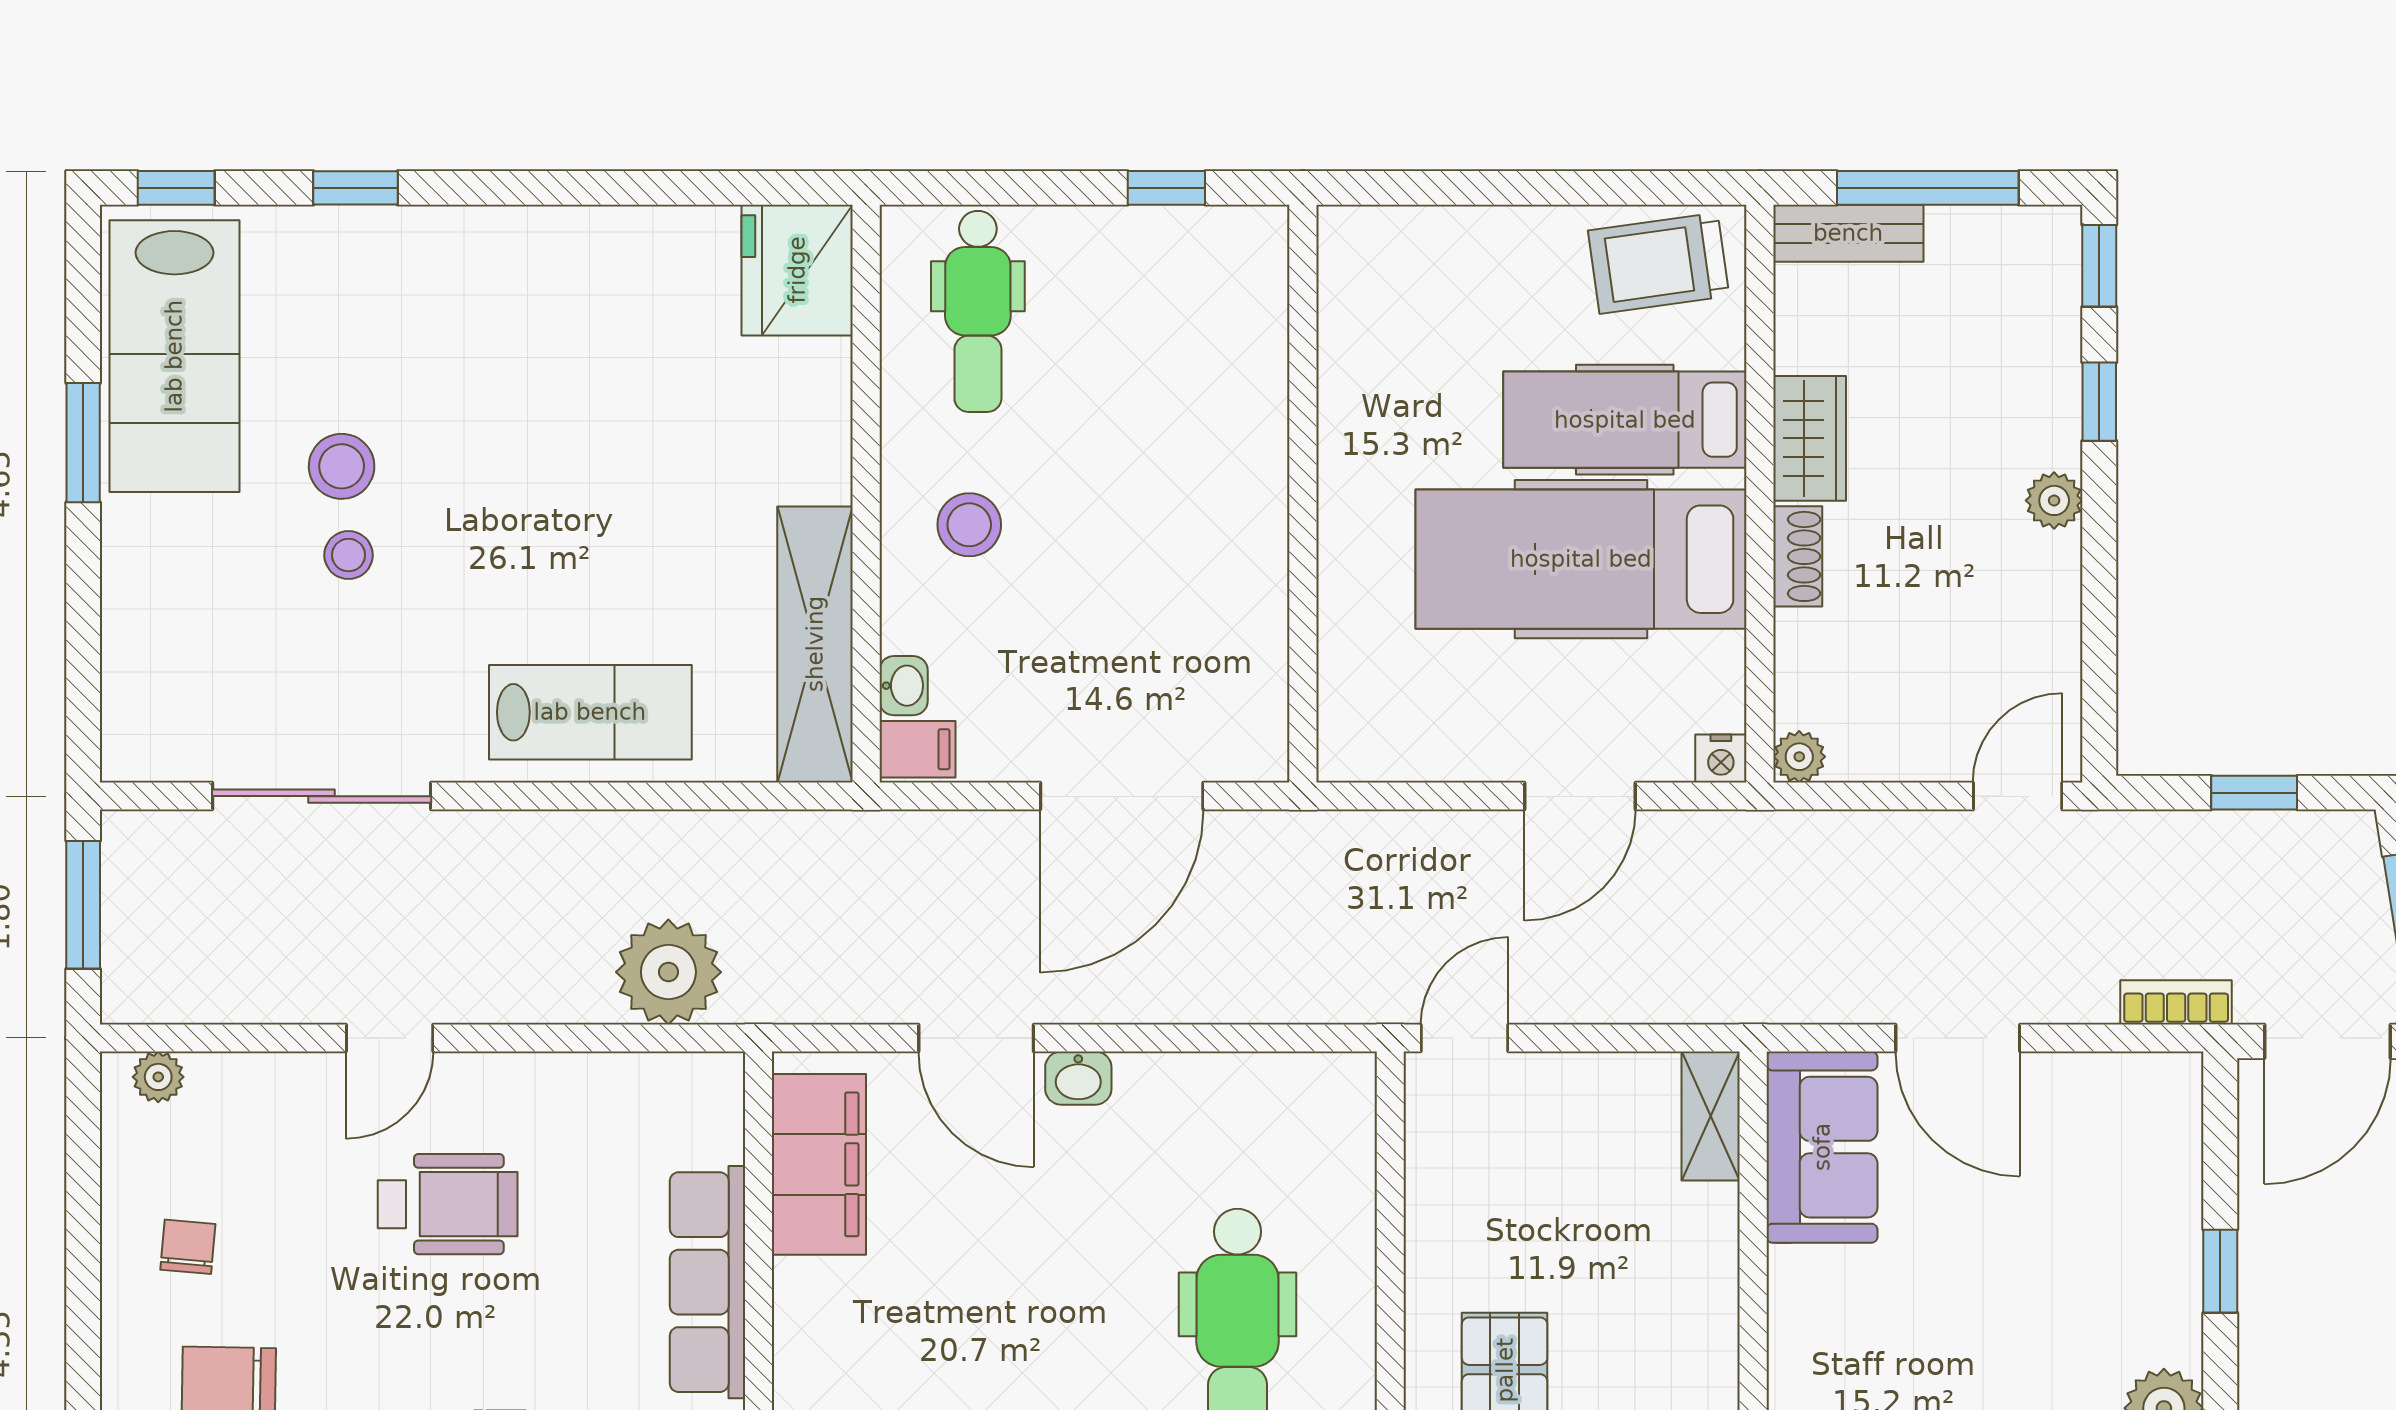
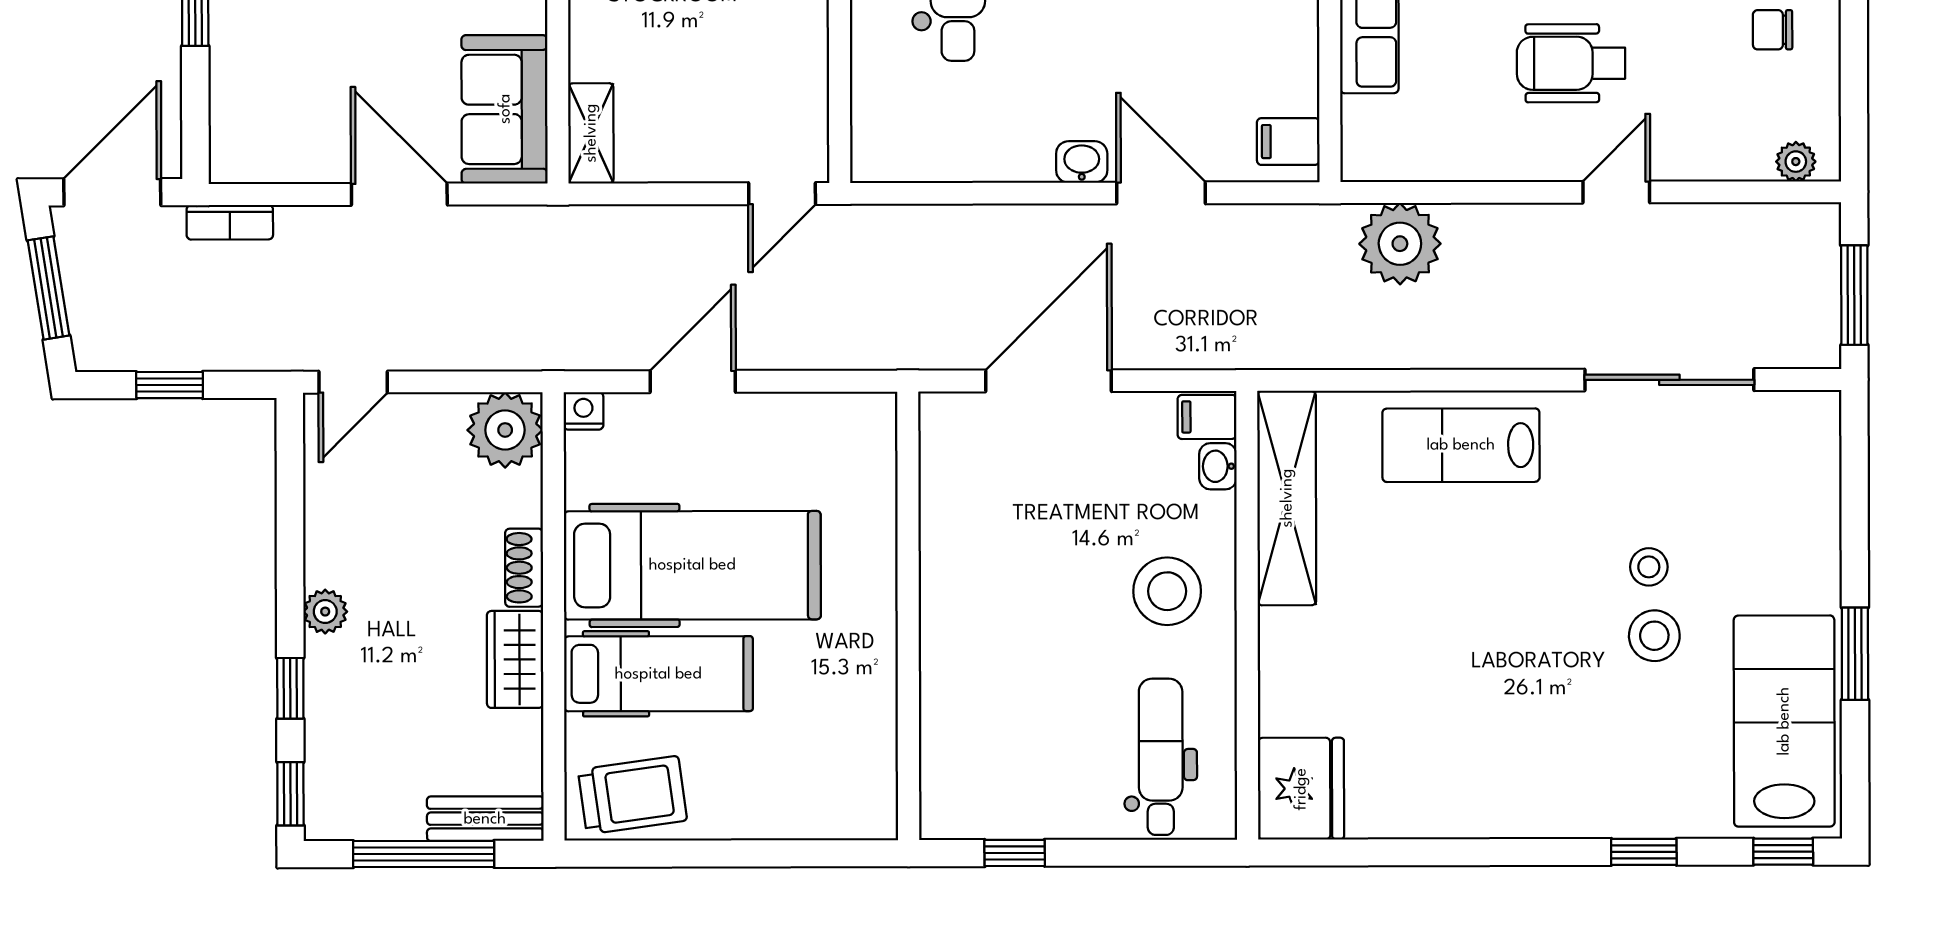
stool: (969, 525) -> (1167, 591), width x1.38, depth x1.38
plant: (1799, 757) -> (505, 430), width x1.87, depth x1.87
filing cabinet: (819, 1164) -> (1288, 141), width x0.33, depth x0.86
chair: (188, 1247) -> (1773, 30), turned 85

